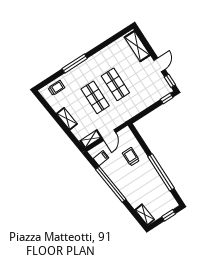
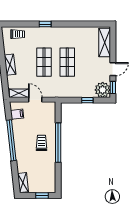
window: (75, 63) -> (45, 24), width x0.46
plant: (162, 89) -> (103, 90), added
window: (167, 98) -> (87, 100), moved
door: (109, 135) -> (35, 100), swing flipped
trolley: (131, 157) -> (41, 143), moved
window: (161, 172) -> (58, 143), moved

